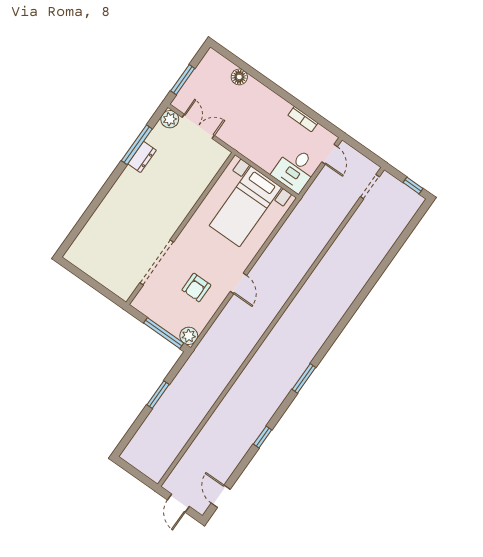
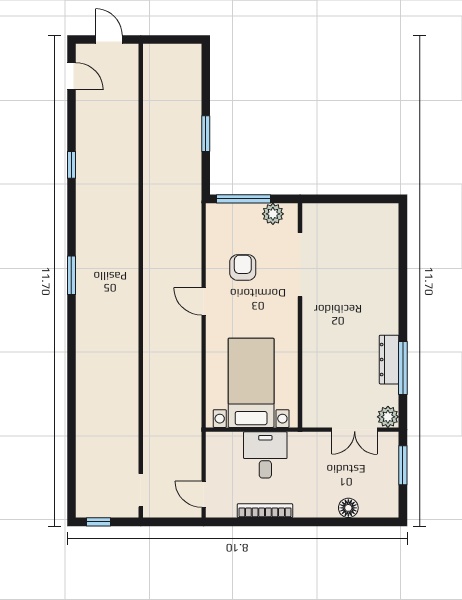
bookcase: (303, 119) -> (265, 511), width x1.56
dresser: (142, 157) -> (389, 360), width x1.44
desk: (295, 169) -> (265, 455), moved
plant: (189, 336) -> (273, 214), moved
window: (304, 378) -> (71, 275), moved

